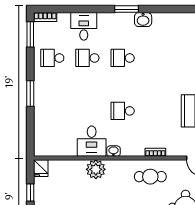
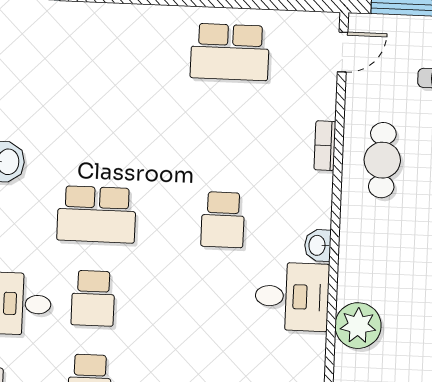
school desk: (123, 58) -> (97, 214), width x1.85
plant: (96, 169) -> (358, 326), moved

